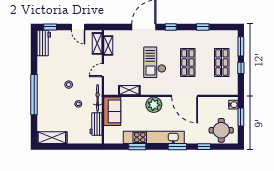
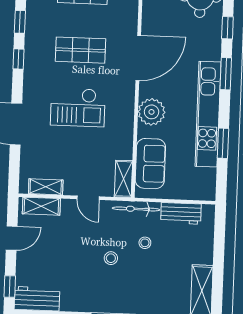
window: (171, 27) -> (18, 59), moved
shelving: (129, 90) -> (123, 179), moved
sofa: (112, 111) -> (150, 164), moved, turned 90

